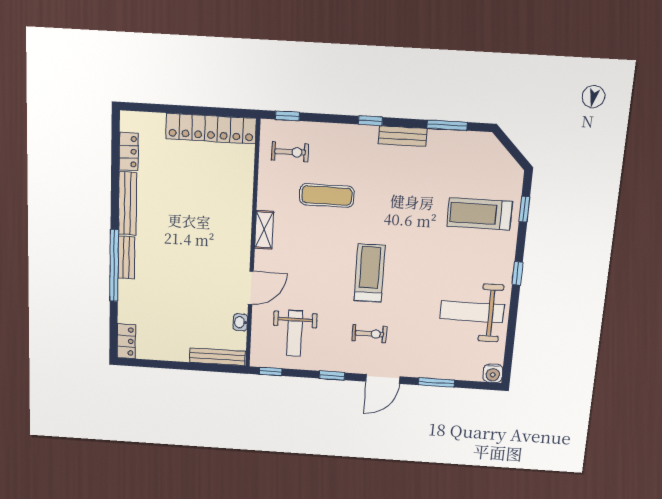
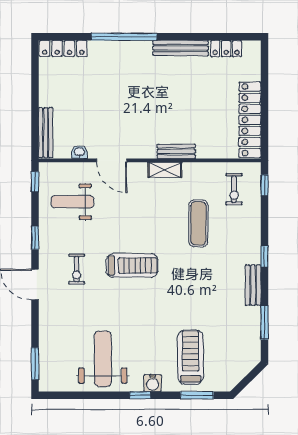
window: (524, 209) -> (197, 395), width x1.50
bench: (126, 257) -> (176, 151), moved
locker: (126, 341) -> (63, 49), width x1.53
water cooler: (493, 373) -> (153, 383), moved, turned -90
window: (436, 382) -> (35, 364), moved

